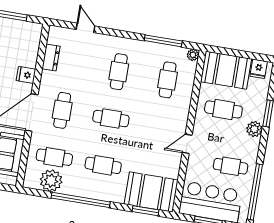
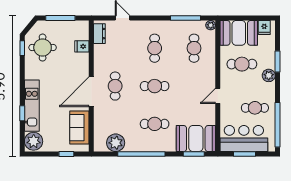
dresser: (51, 58) -> (99, 34), moved
fridge: (26, 75) -> (82, 46), moved
cafe table: (54, 157) -> (115, 124), removed

